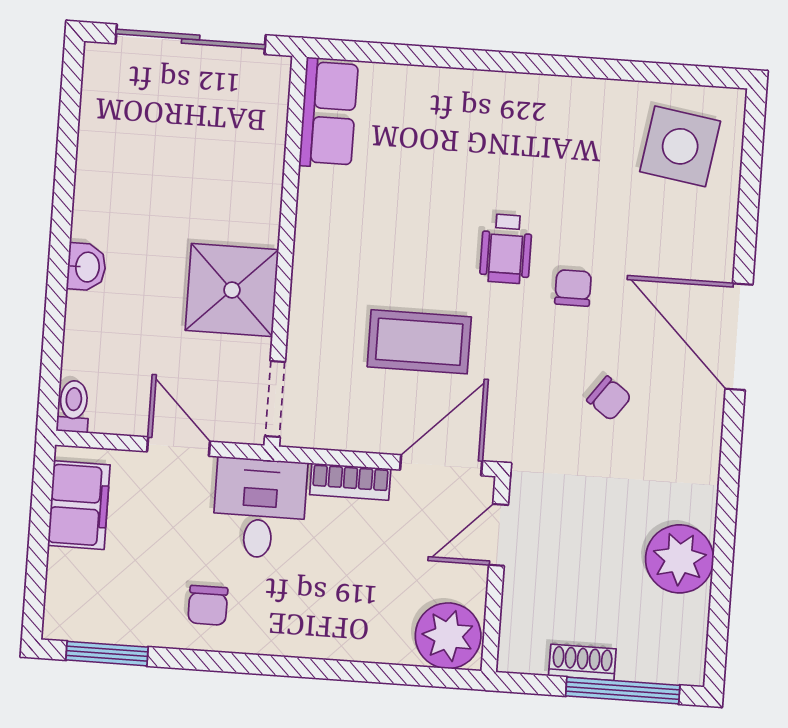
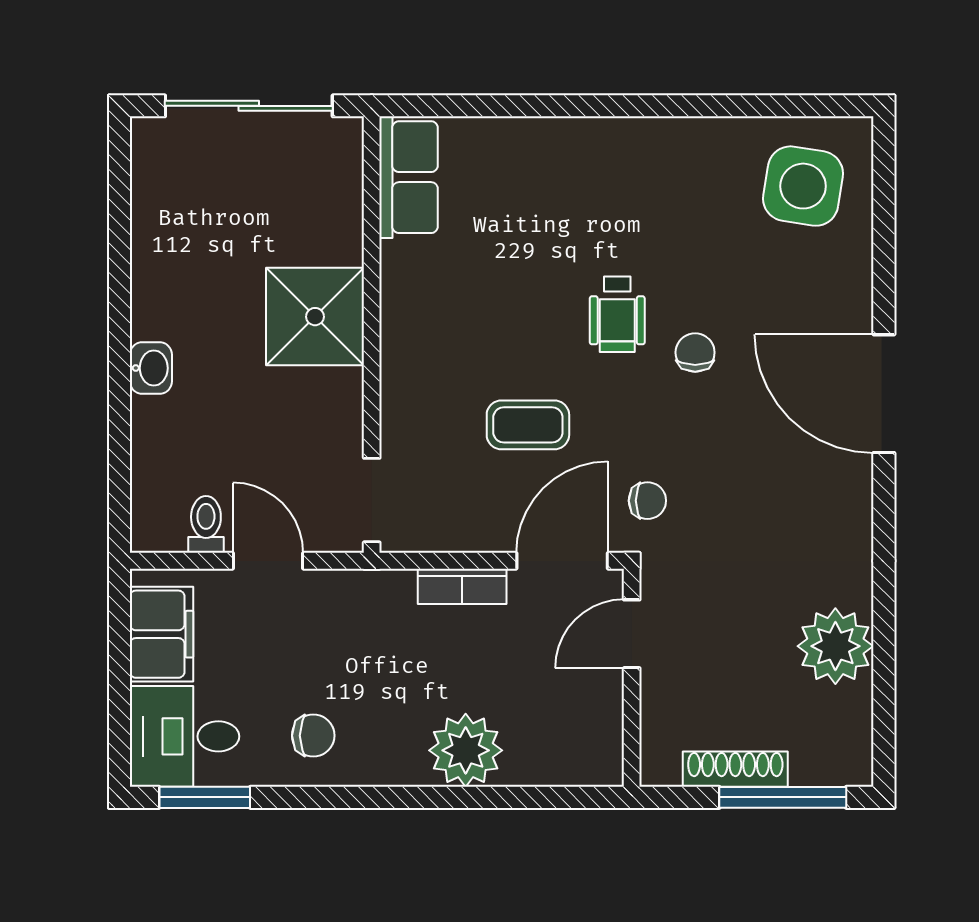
shower: (232, 290) -> (315, 317), moved
coffee table: (419, 342) -> (528, 425), width x0.73, depth x0.77
chair: (609, 398) -> (647, 501), moved, turned -36
toilet: (73, 406) -> (206, 524), moved
desk: (259, 508) -> (184, 736), moved, turned -90
chair: (208, 605) -> (313, 736), turned -90
plant: (448, 636) -> (466, 750), moved
shoe rack: (582, 662) -> (735, 769), width x1.43

